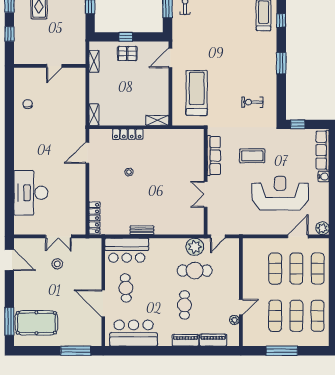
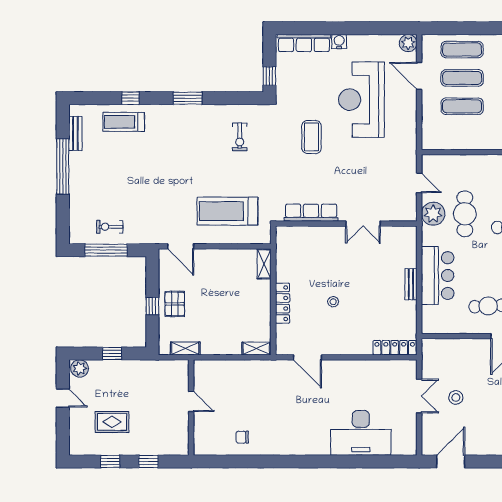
row of seats: (214, 156) -> (311, 213), moved
wall: (206, 182) -> (346, 224), moved
double door: (206, 194) -> (363, 224), moved
bar counter: (127, 250) -> (438, 276), moved

